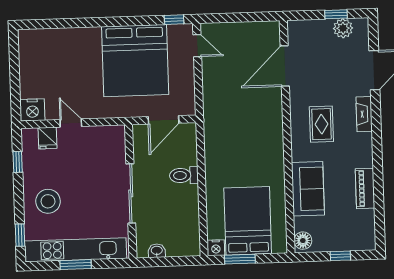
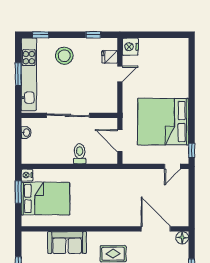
floor lamp: (303, 241) -> (182, 238), moved

